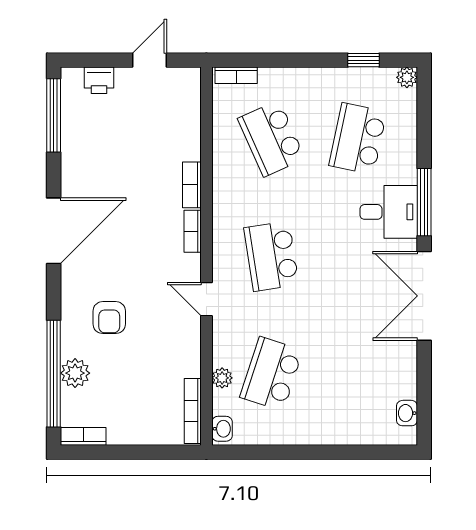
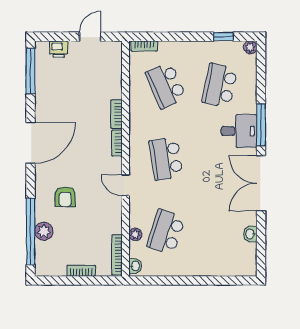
washbasin: (407, 413) -> (250, 234), moved
bookcase: (83, 436) -> (81, 271), moved

